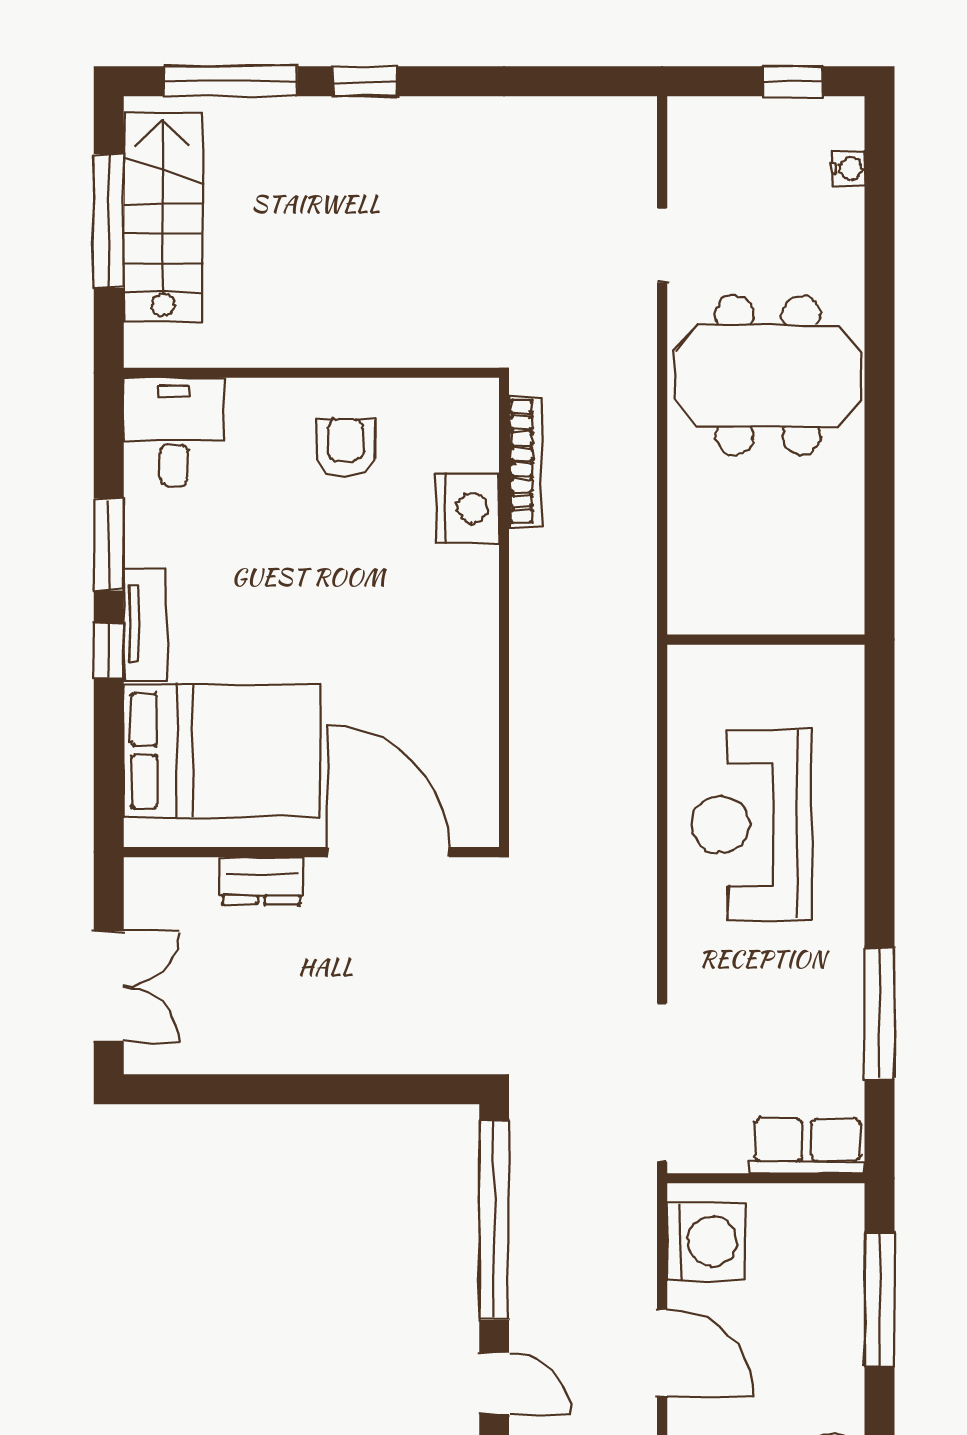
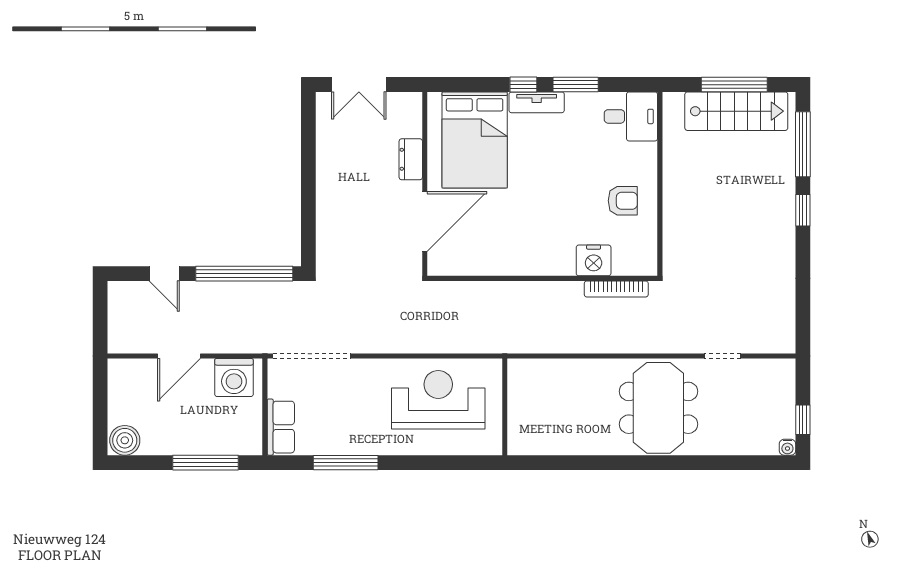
water cooler: (848, 168) -> (787, 447), moved
wall: (766, 640) -> (505, 407), moved
door: (494, 1383) -> (164, 274), hinge flipped

